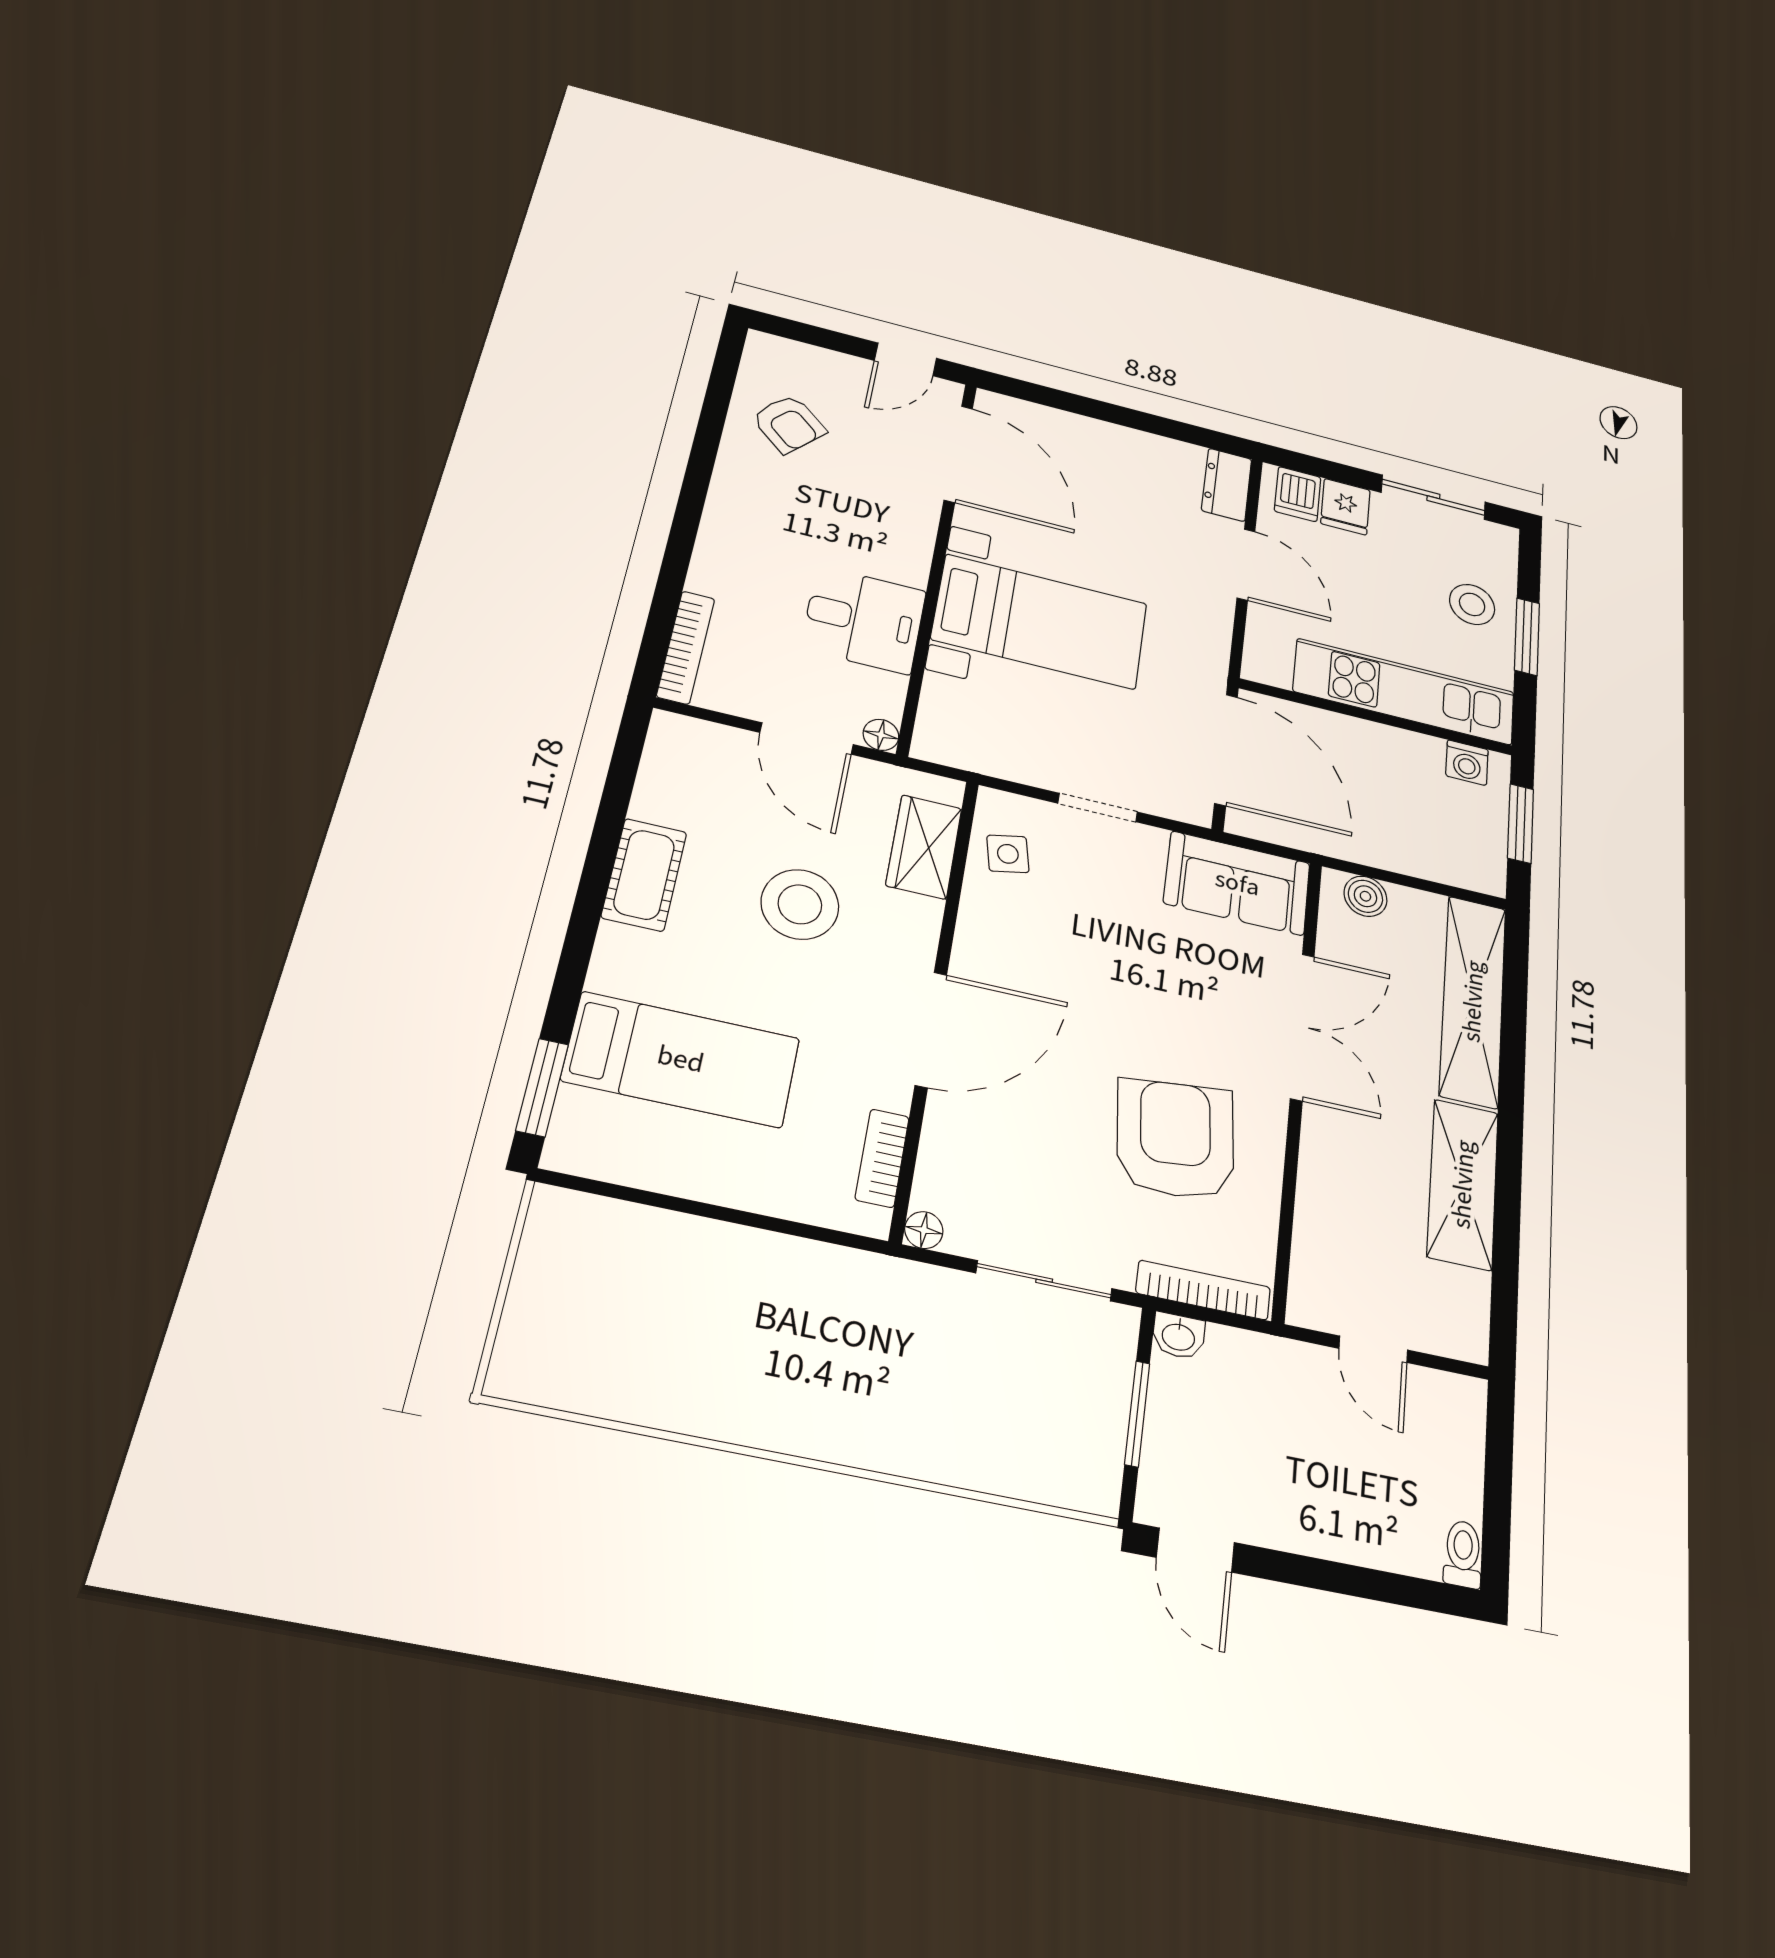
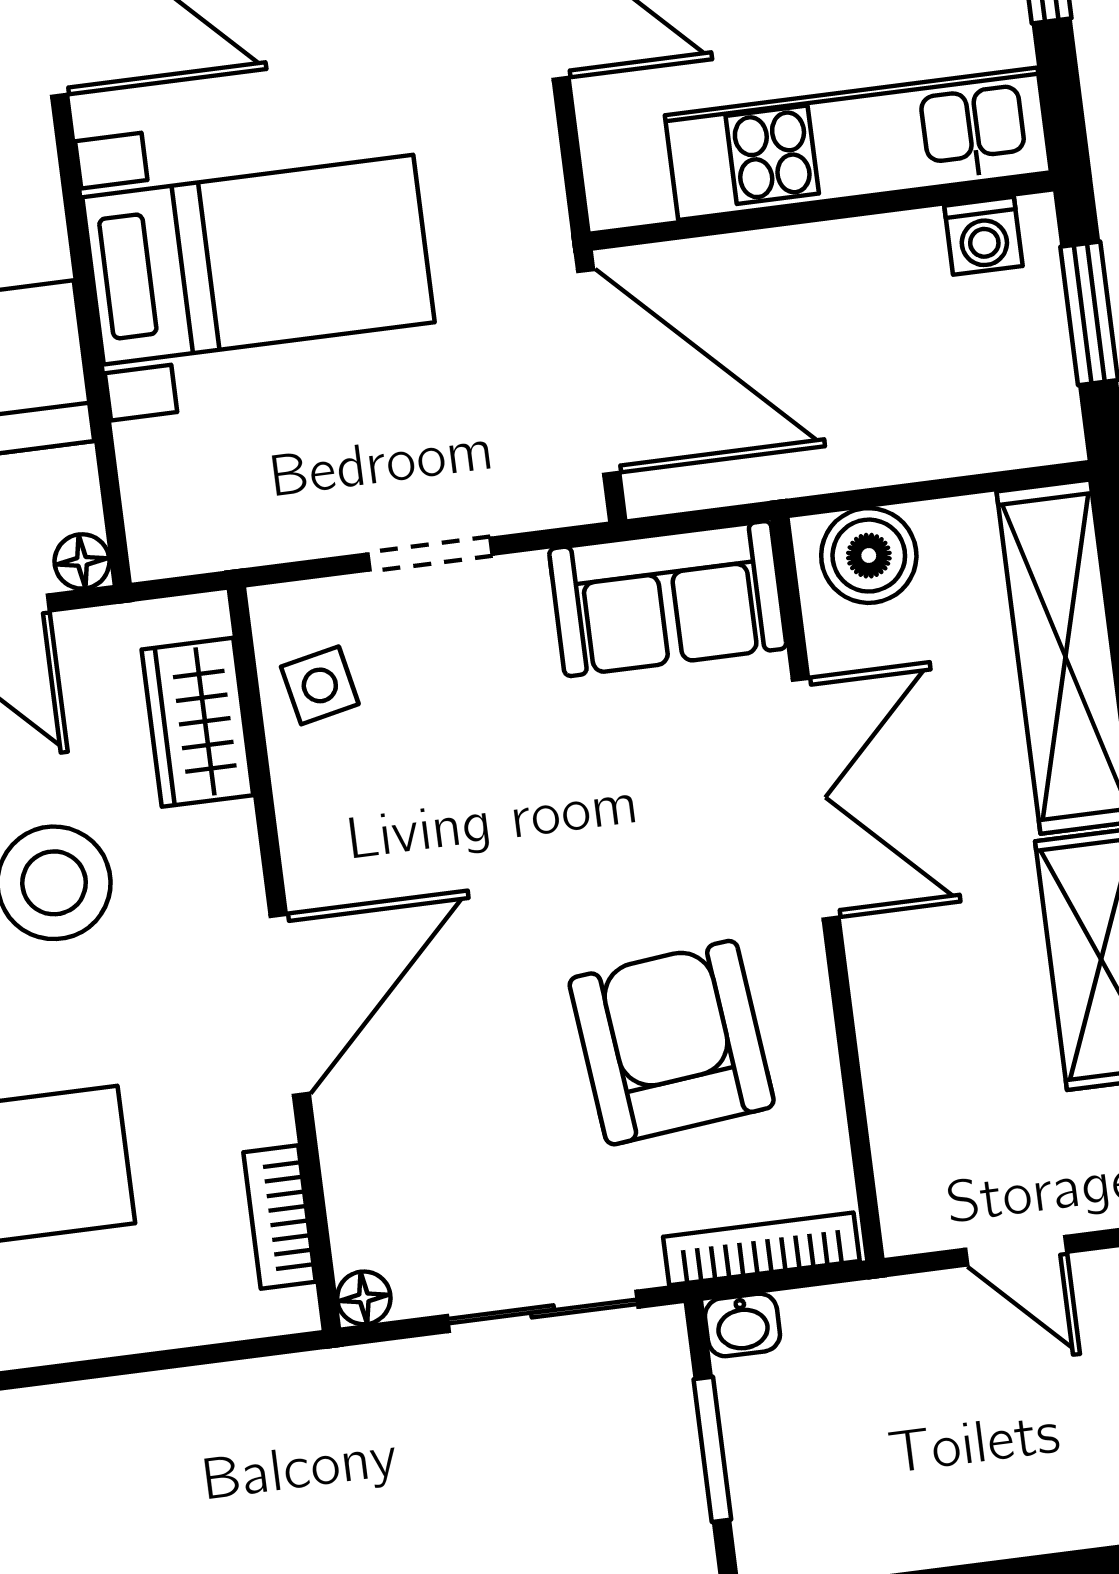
boiler: (1365, 896) -> (869, 556), width x1.36, depth x1.36

